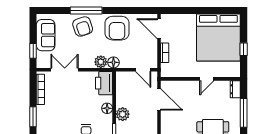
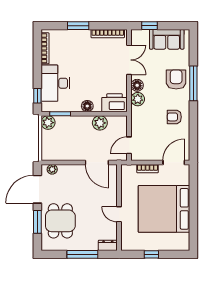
armchair: (83, 26) -> (176, 80), turned 108
armchair: (117, 28) -> (174, 117), width x0.53, depth x0.53
bed: (218, 38) -> (164, 209), moved
floor lamp: (113, 62) -> (137, 85), moved
door: (159, 99) -> (97, 162), hinge flipped
plant: (123, 114) -> (100, 123), moved

